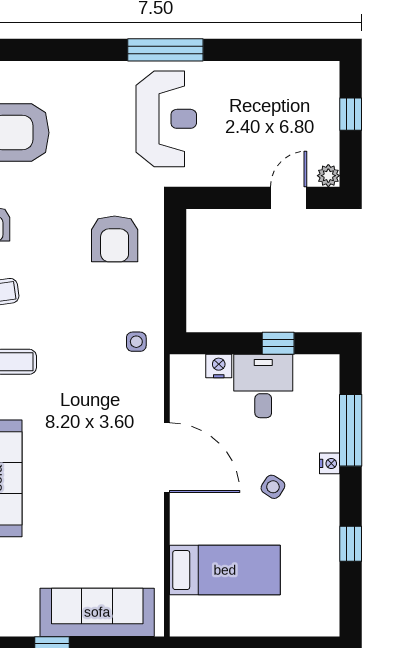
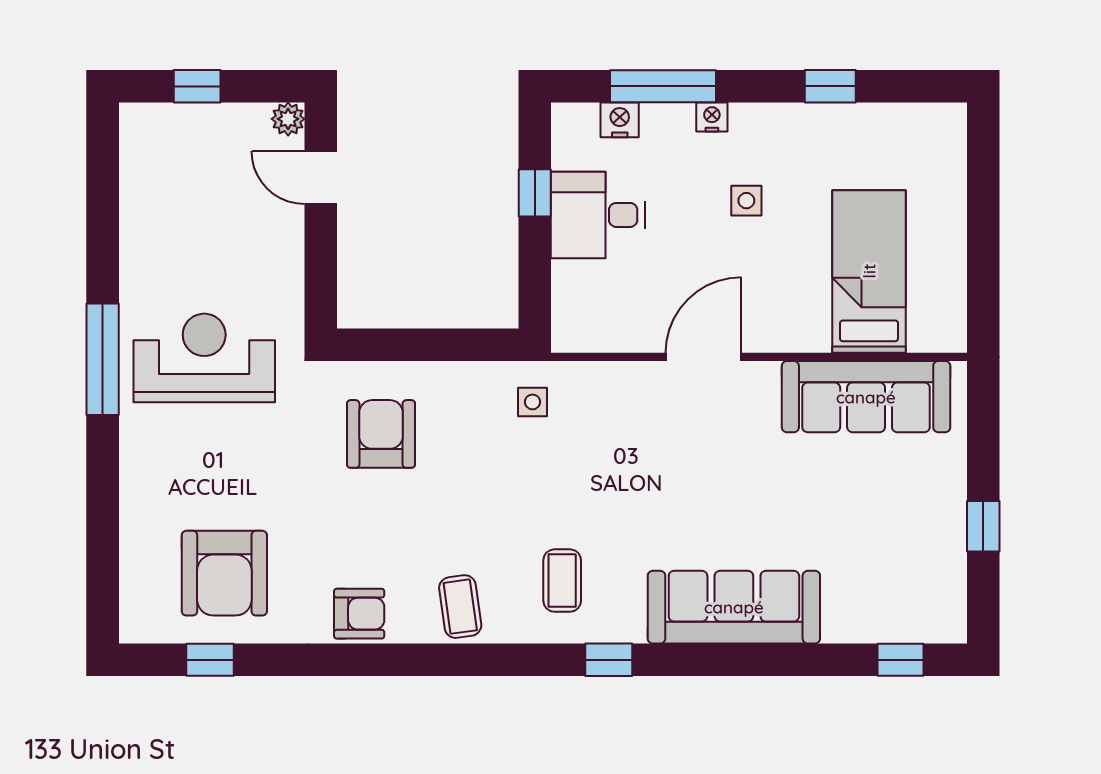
armchair: (115, 239) -> (381, 434), turned -90
nightstand: (219, 366) -> (620, 120), moved, turned 90
door: (167, 458) -> (703, 357), width x0.73
side table: (273, 487) -> (746, 201), turned -33
sofa: (97, 612) -> (866, 397), moved, turned -90

